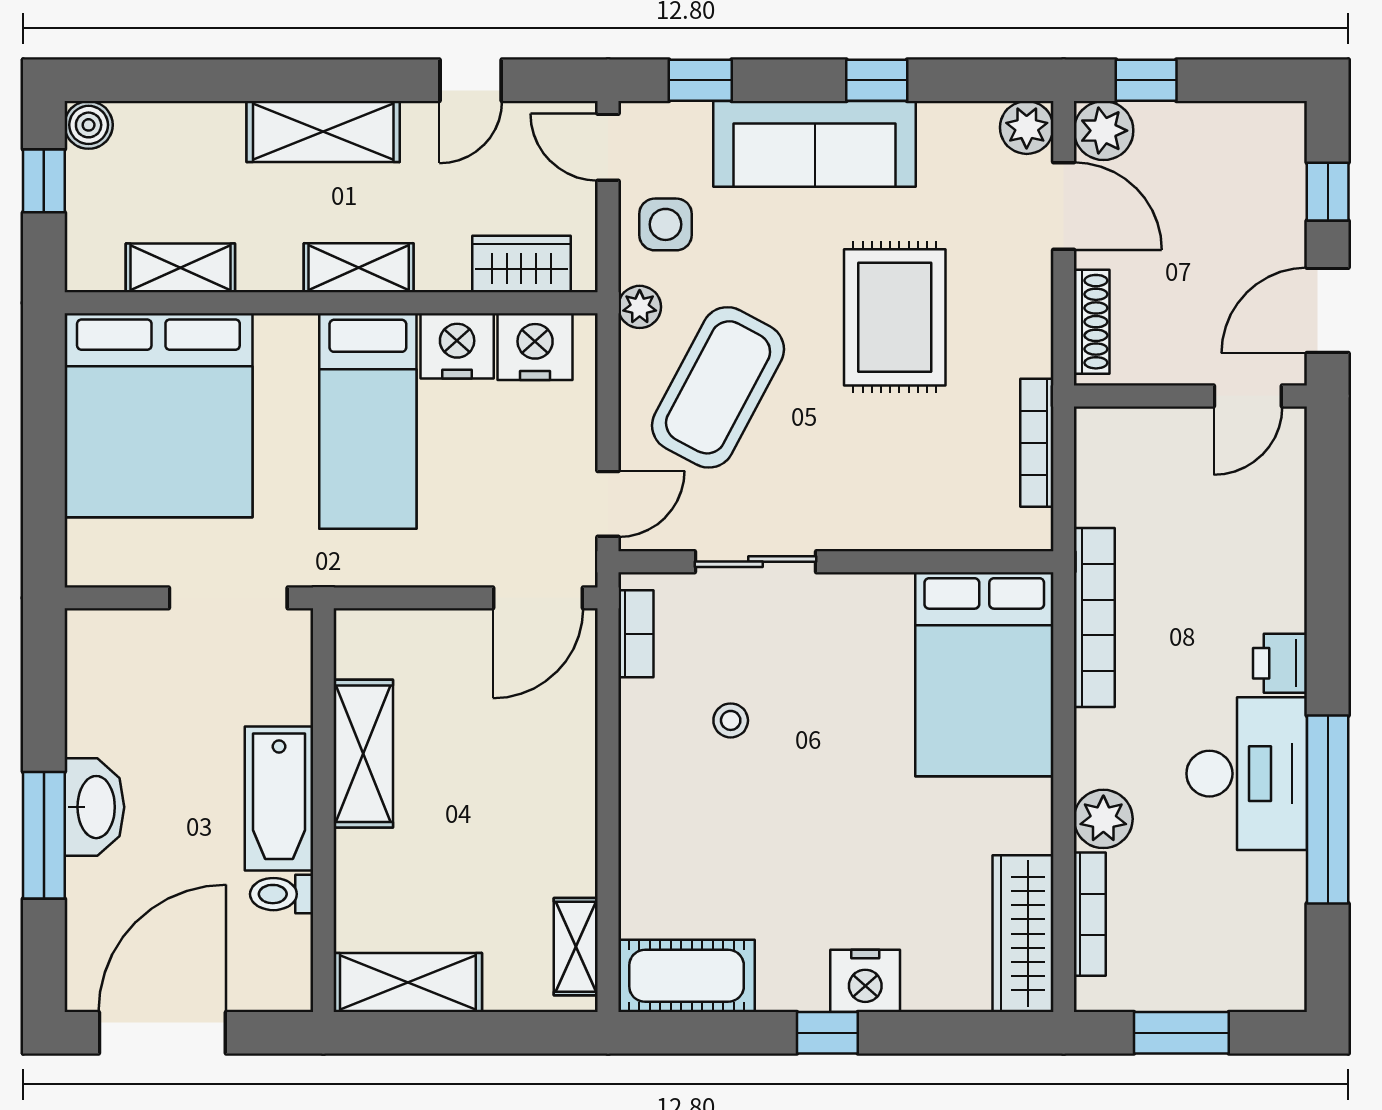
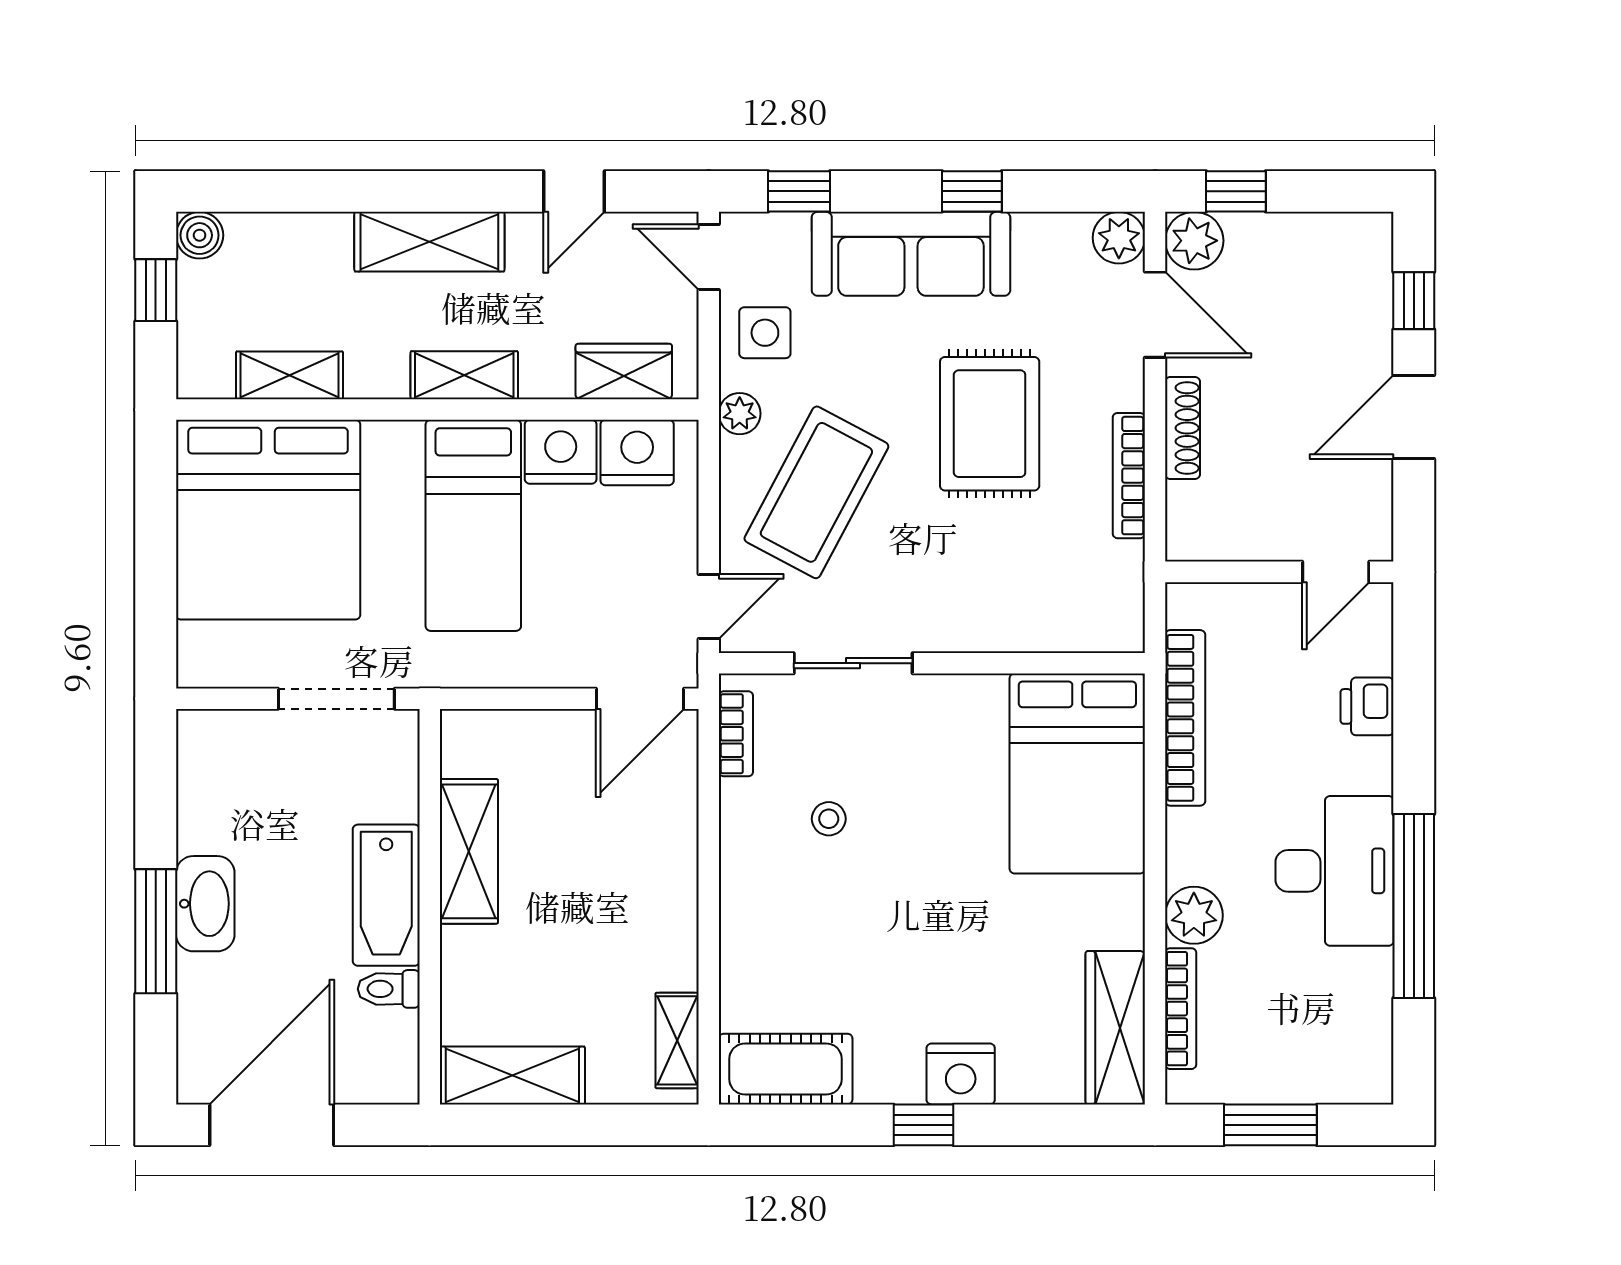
wall: (1190, 396) -> (1279, 572), moved
door: (1248, 396) -> (1336, 572), moved
bookcase: (1037, 443) -> (1129, 476), moved
printer: (1280, 663) -> (1367, 706), moved

